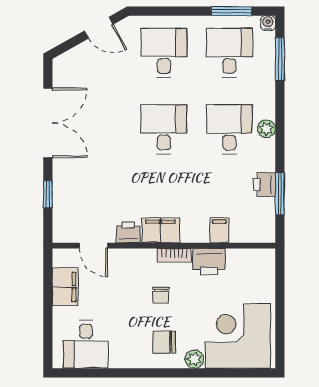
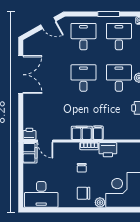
window: (232, 11) -> (109, 14), moved
window: (48, 194) -> (21, 113), removed
filing cabinet: (219, 230) -> (98, 133), moved
printer: (128, 232) -> (29, 134), moved
filing cabinet: (65, 287) -> (30, 153), moved
desk: (86, 344) -> (41, 194), width x1.37

